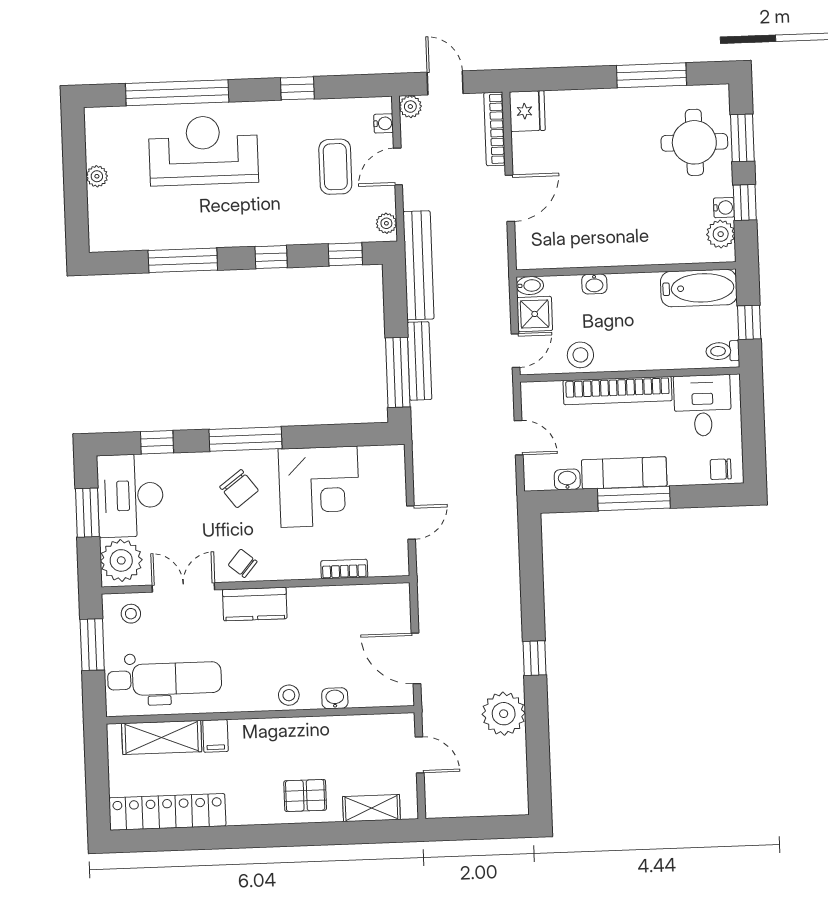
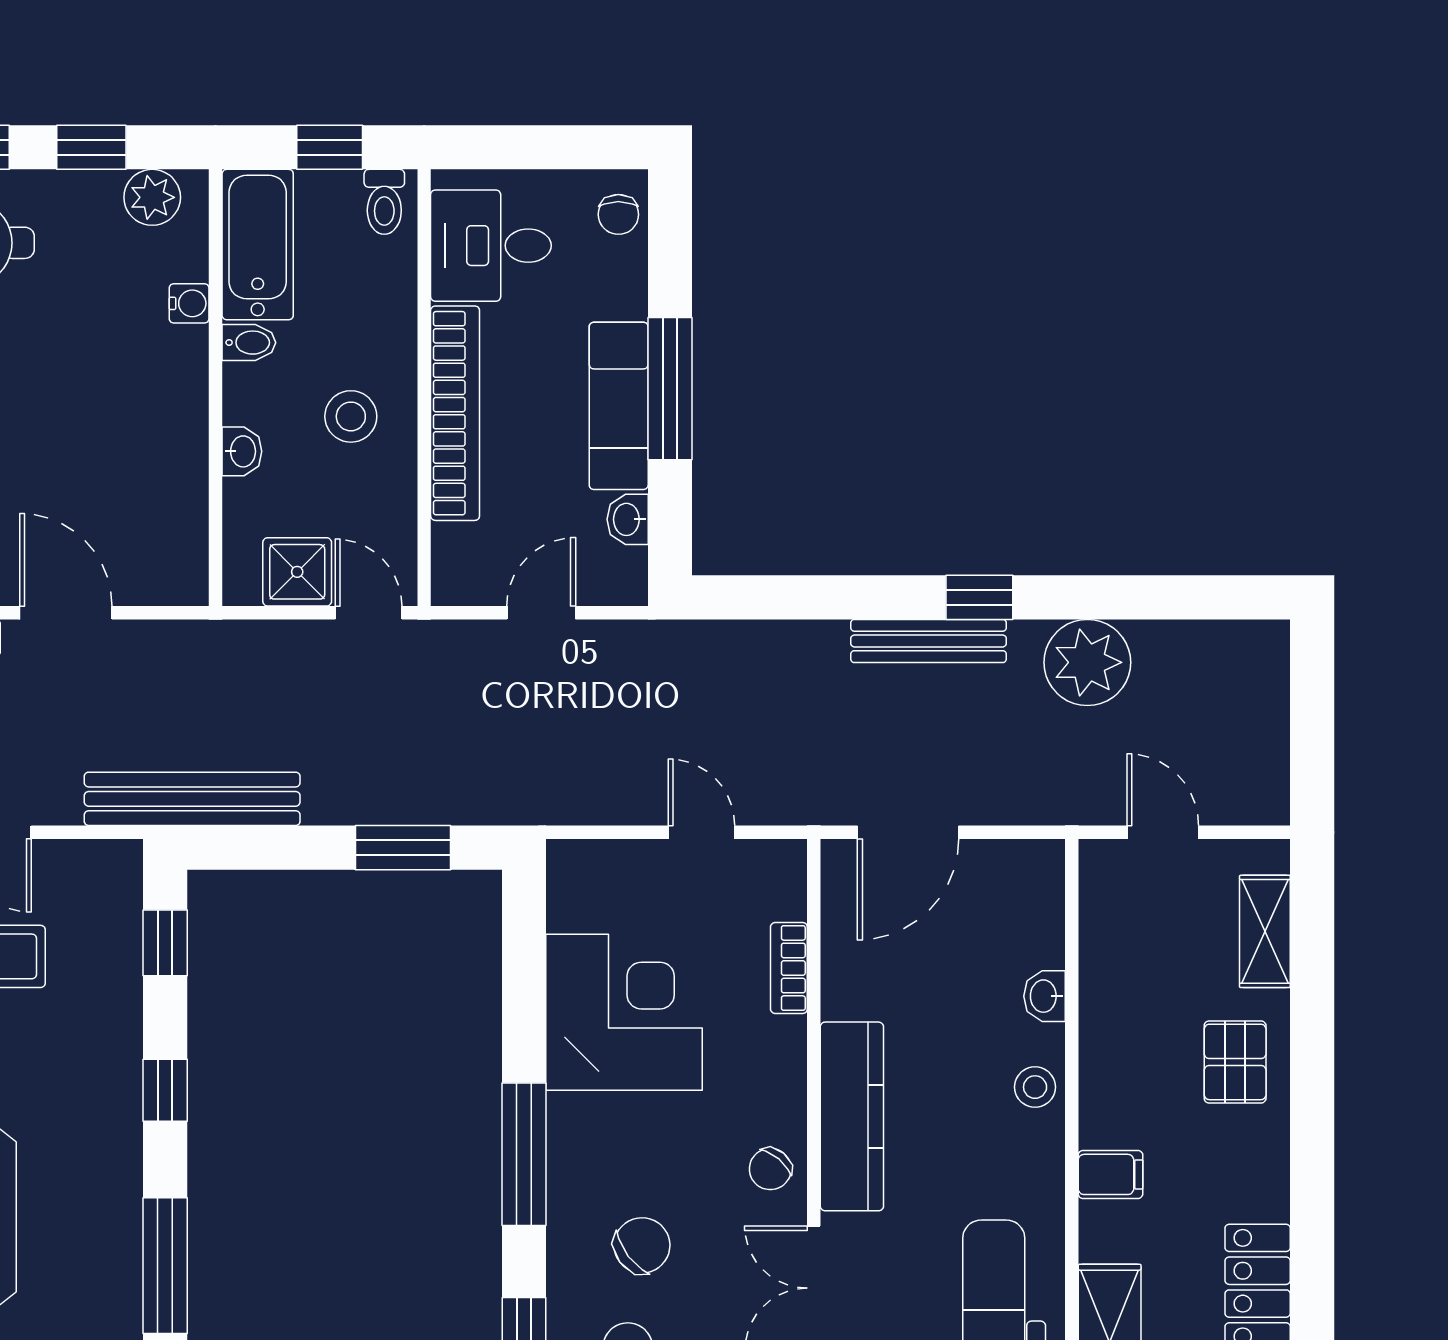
water cooler: (724, 208) -> (189, 303), moved, turned 90
plant: (386, 223) -> (107, 859), removed
bidet: (530, 286) -> (249, 343), moved, turned 90
stool: (580, 355) -> (351, 416), moved
bench: (419, 361) -> (929, 641), moved
window: (398, 372) -> (403, 848), width x0.69
chair: (239, 489) -> (642, 1245), moved
kitchen counter: (255, 604) -> (852, 1116), width x1.50
door: (416, 658) -> (908, 832), moved
filing cabinet: (215, 736) -> (1110, 1174), moved
door: (420, 755) -> (1163, 832), hinge flipped

